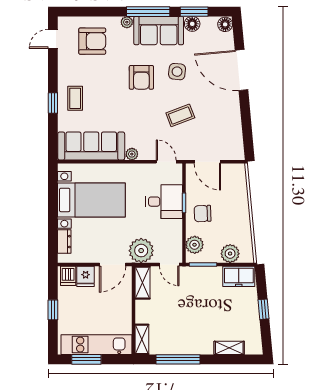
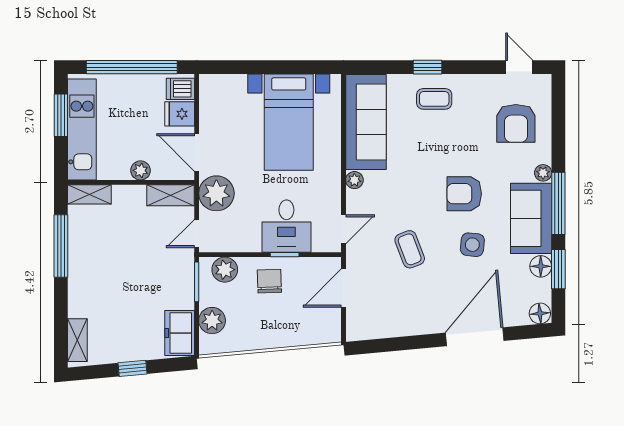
dresser: (64, 242) -> (229, 83), removed
plant: (125, 304) -> (141, 170), added
window: (53, 310) -> (132, 67), width x3.17
shelving: (229, 348) -> (77, 340), moved

